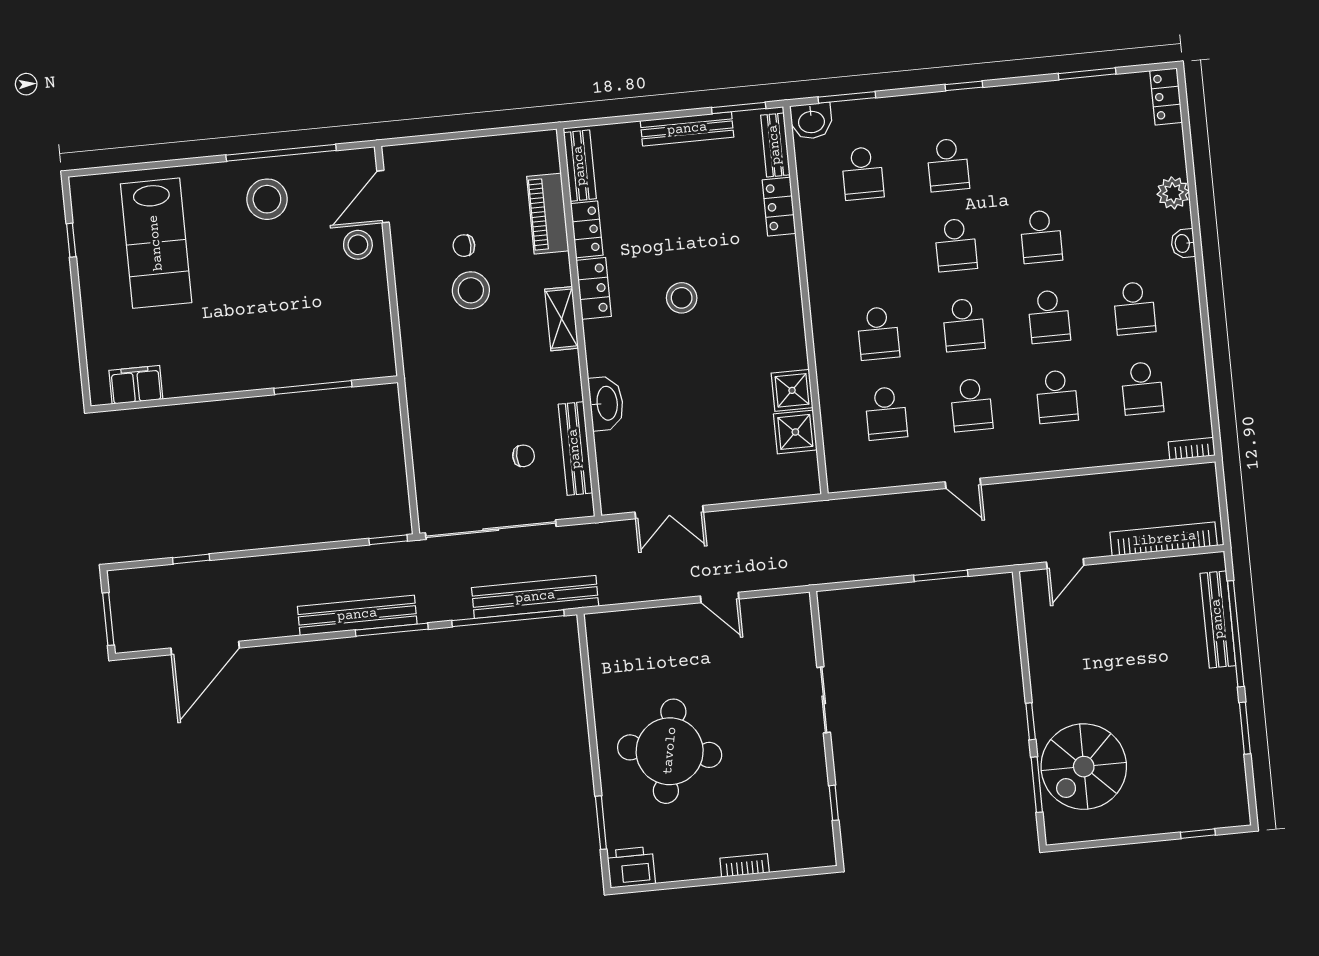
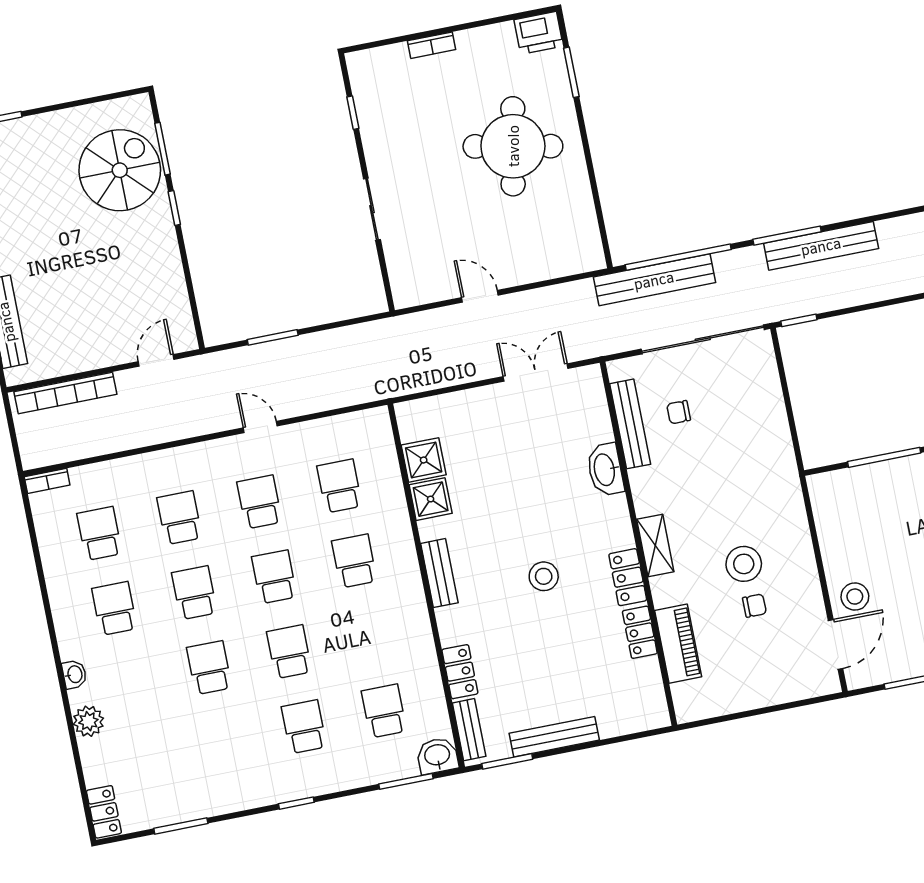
bench: (580, 166) -> (439, 573), moved

